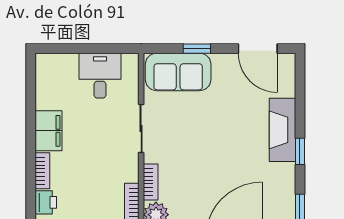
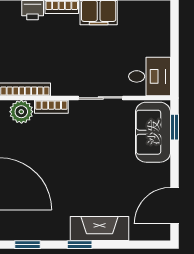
window: (197, 49) -> (174, 127), moved
desk: (100, 76) -> (150, 76), moved

